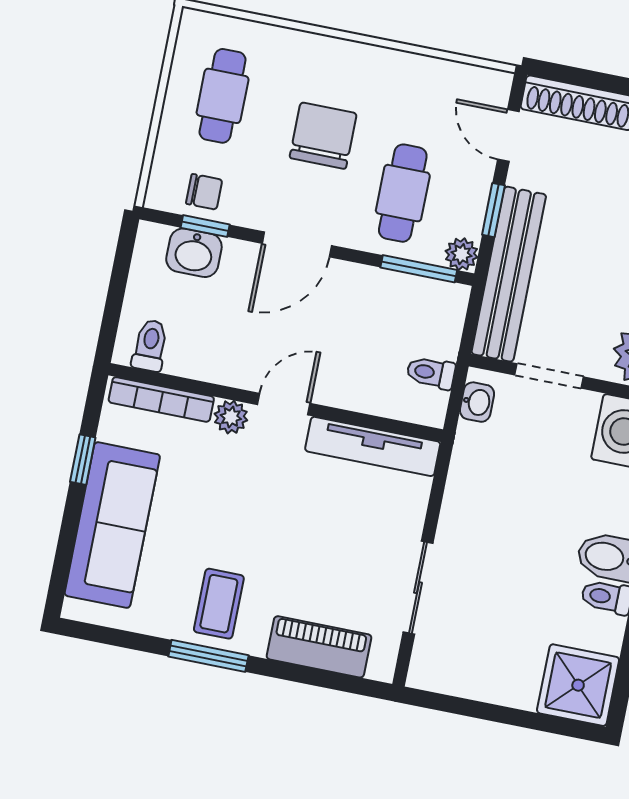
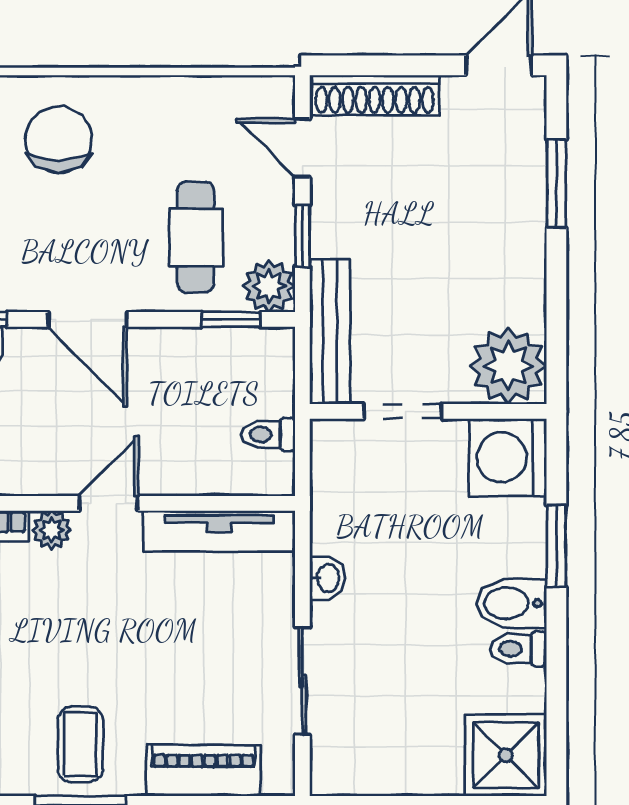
chair: (323, 136) -> (59, 139), moved
door: (297, 244) -> (87, 319), hinge flipped
plant: (461, 254) -> (269, 286), width x1.38, depth x1.38
window: (419, 269) -> (231, 319), width x0.67
bench: (509, 274) -> (330, 332), width x0.73, depth x0.82
washbasin: (477, 402) -> (327, 578), moved

